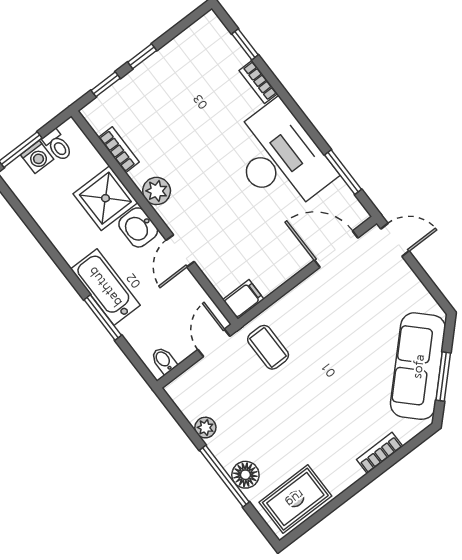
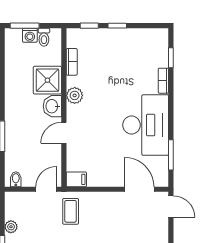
bathtub: (105, 287) -> (15, 123), removed

